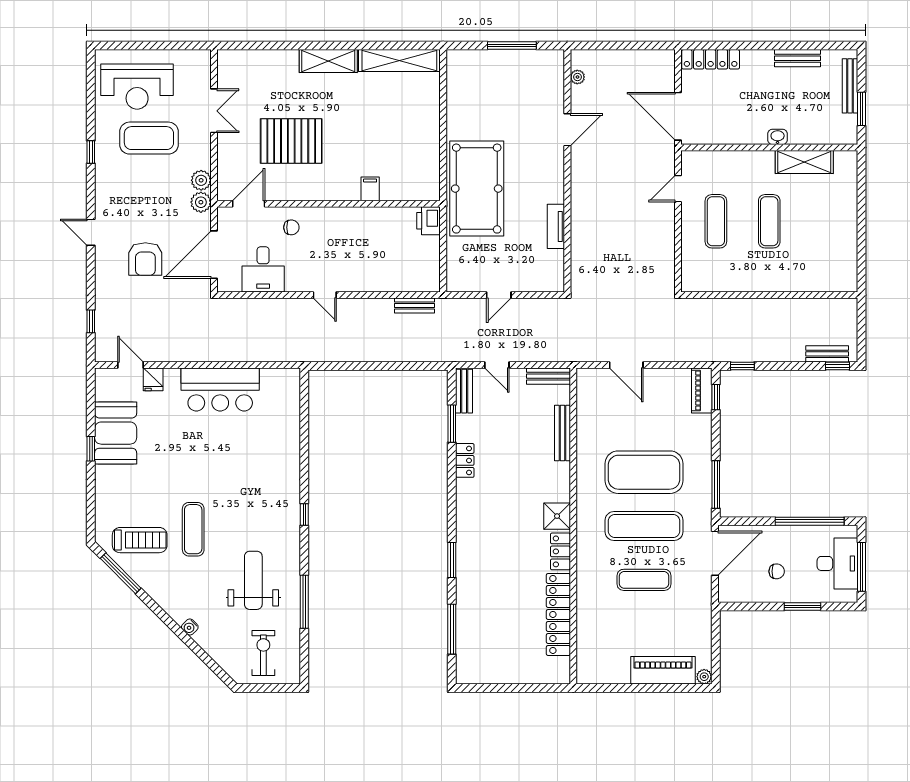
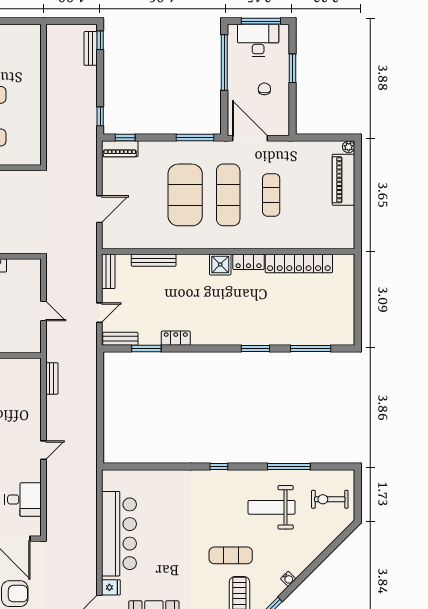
bar counter: (220, 389) -> (119, 534), width x1.36
water cooler: (190, 627) -> (288, 579), moved

